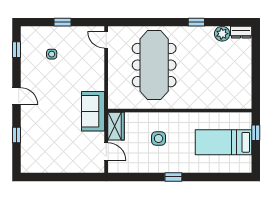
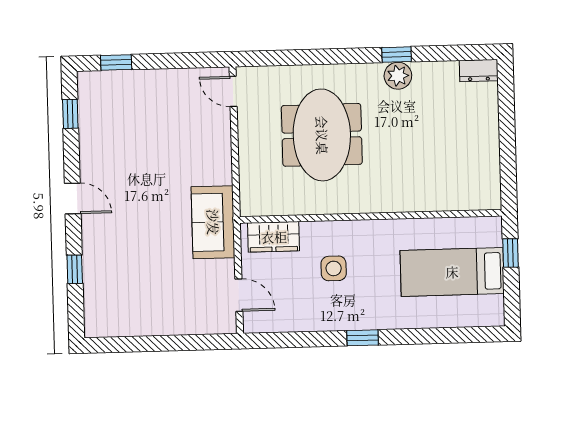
window: (63, 22) -> (116, 62), moved
plant: (222, 34) -> (398, 76), moved
side table: (52, 54) -> (135, 120), removed
meeting table: (154, 65) -> (322, 135), width x0.73
wardrobe: (116, 126) -> (274, 237), moved, turned 90

